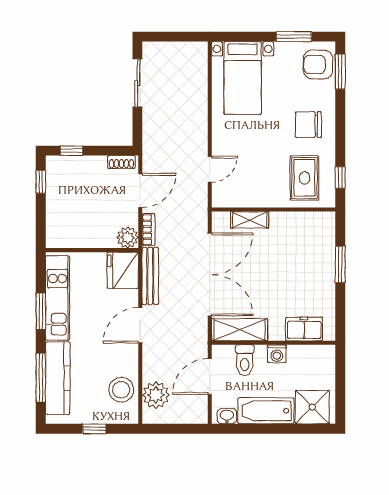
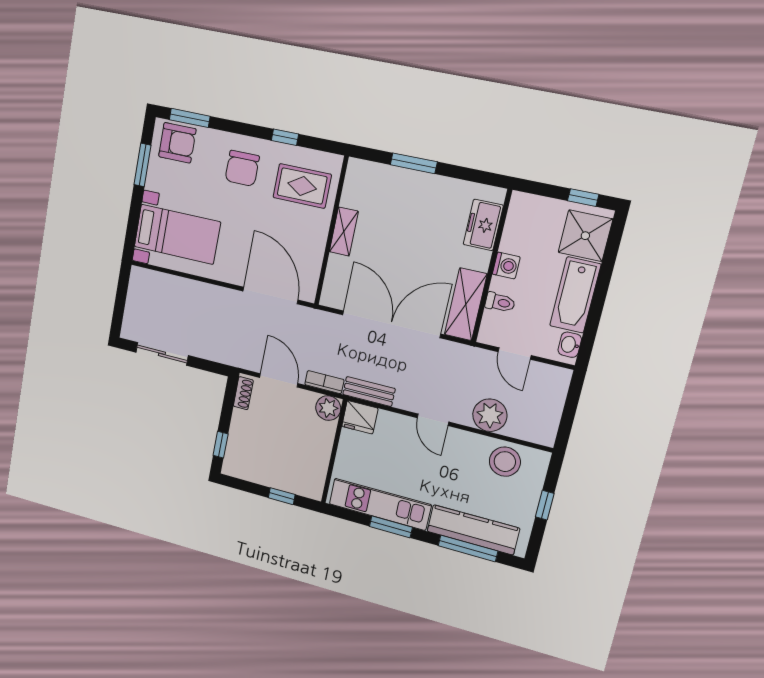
armchair: (318, 64) -> (177, 143), turned -90
door: (210, 169) -> (270, 295), width x1.87
window: (340, 178) -> (285, 137), moved
window: (41, 182) -> (282, 496), moved
shelving: (250, 220) -> (344, 232), moved
fridge: (123, 270) -> (360, 417), width x0.73, depth x0.75
bench: (150, 276) -> (369, 391), width x0.73
door: (140, 325) -> (433, 420), width x0.73
toilet: (245, 360) -> (500, 302), width x0.73, depth x0.72
door: (210, 376) -> (515, 354), width x0.73
plant: (156, 395) -> (490, 415), moved
window: (340, 398) -> (583, 198), added

